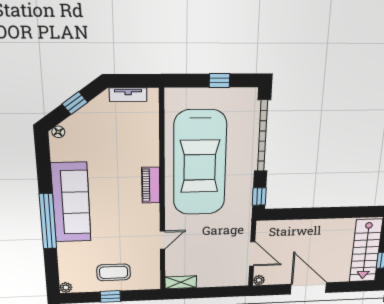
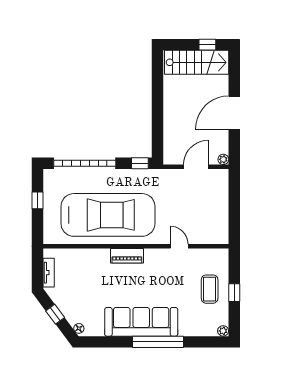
shelving: (181, 282) -> (222, 230), removed

